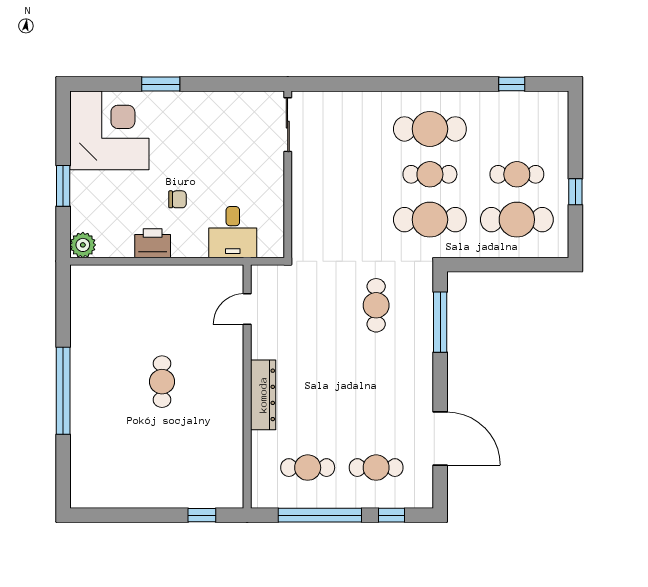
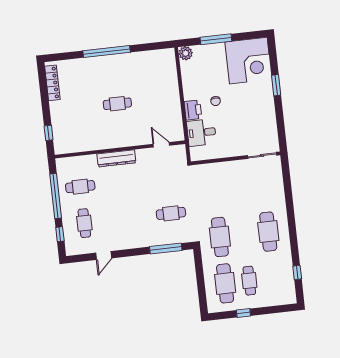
cafe table: (430, 174) -> (244, 234), removed
window: (63, 186) -> (216, 39), width x1.44
printer: (153, 243) -> (193, 110), moved
door: (440, 439) -> (104, 255), width x0.53
cafe table: (308, 468) -> (80, 187), turned 90
locker: (110, 497) -> (52, 83), added

